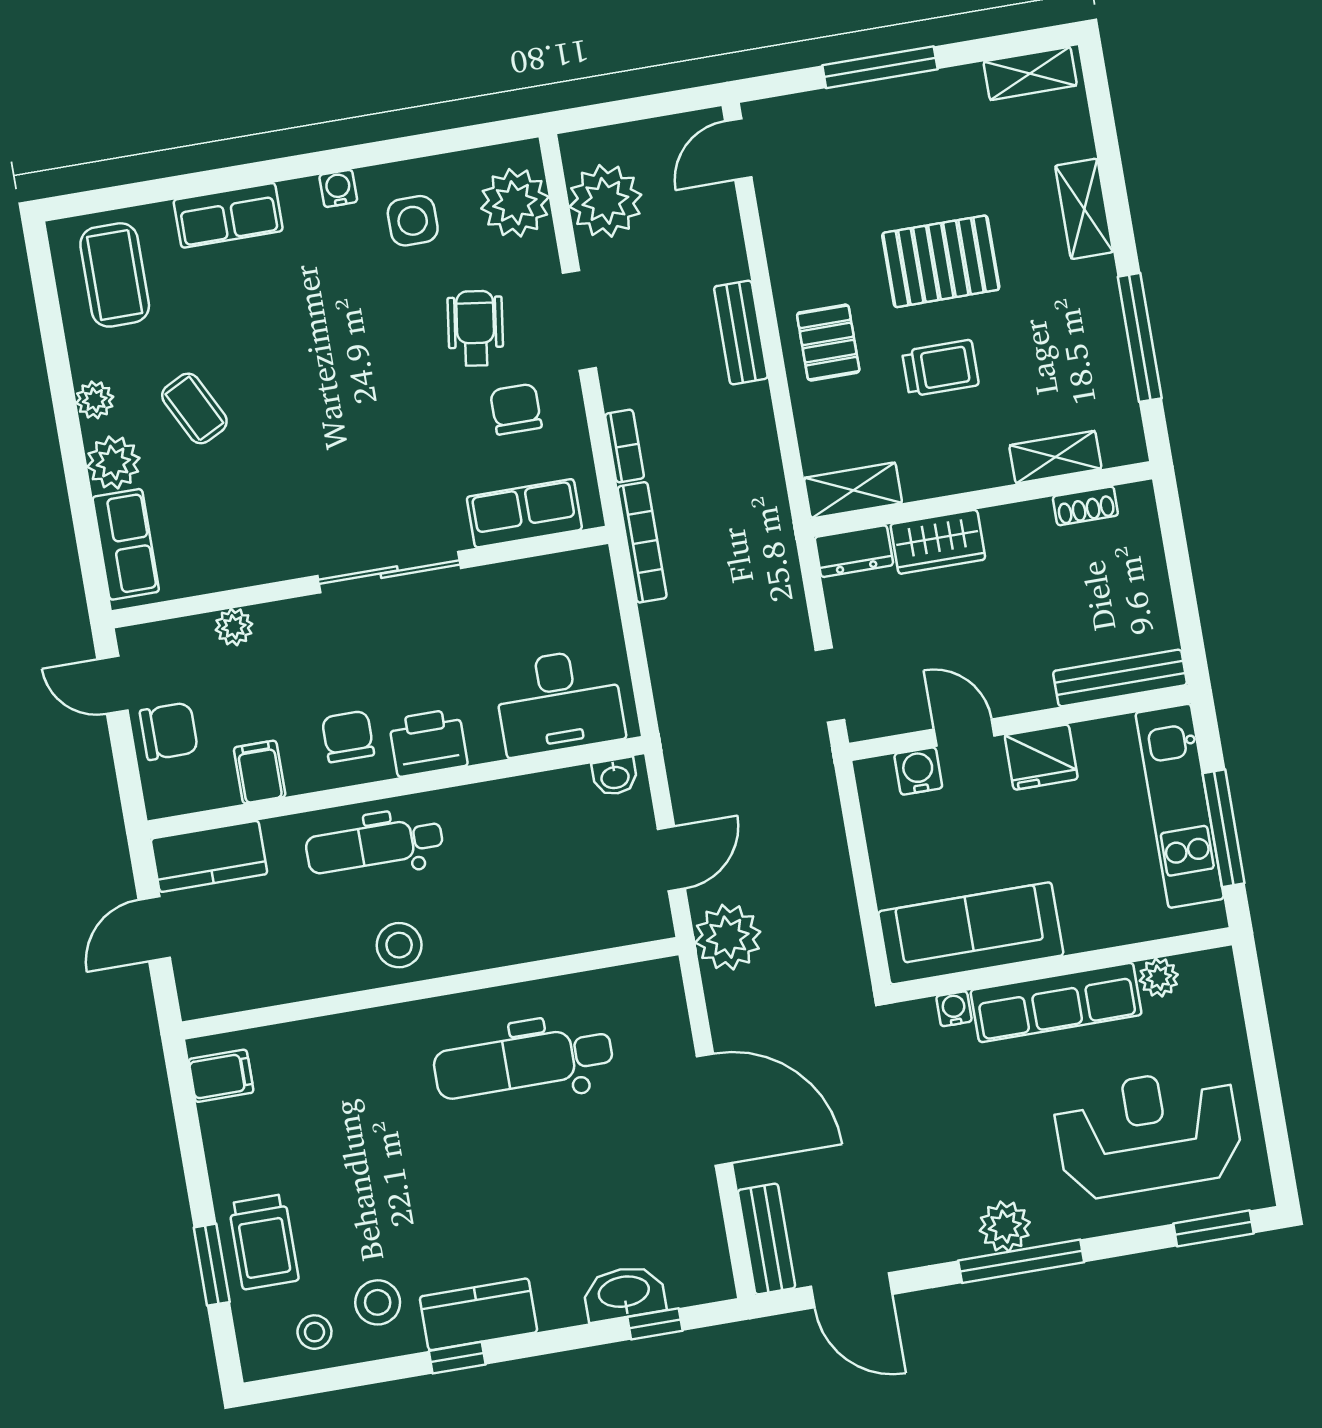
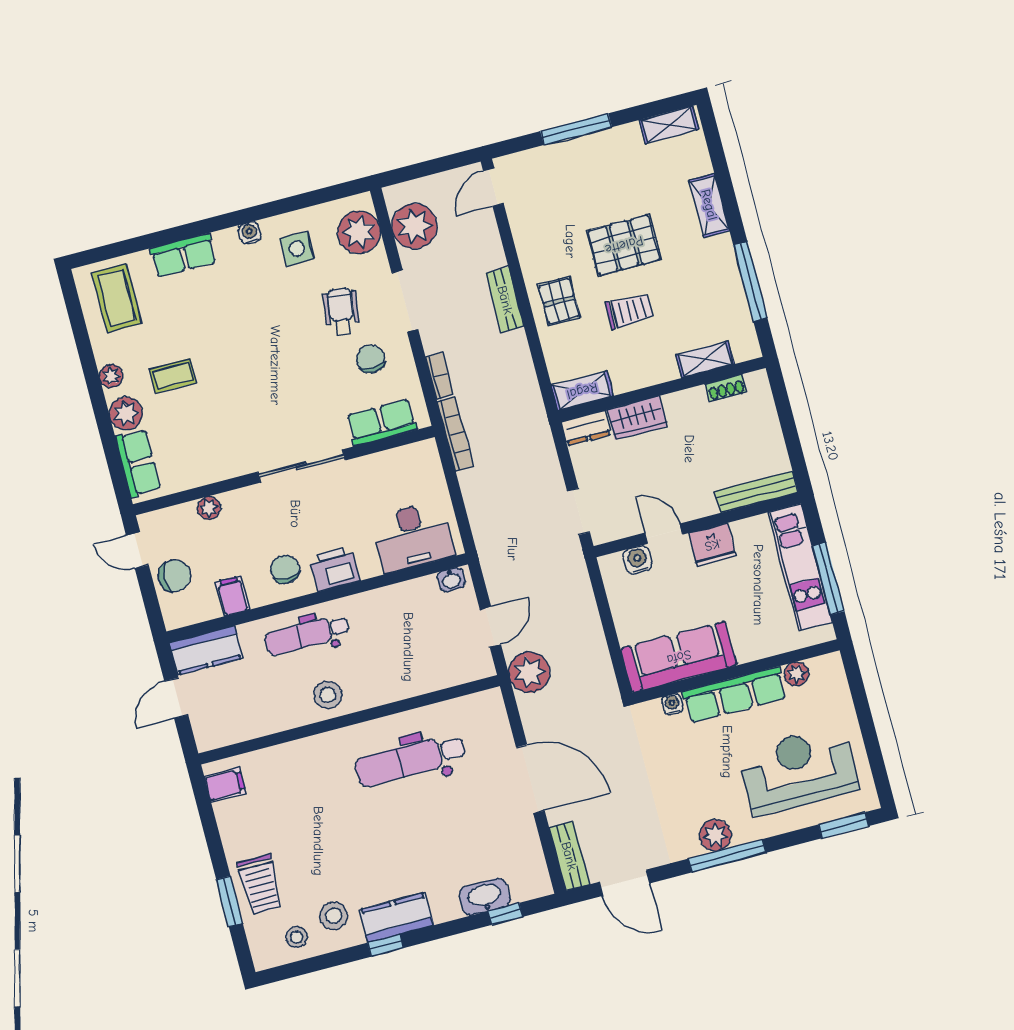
coffee table: (194, 408) -> (173, 376), turned -63

